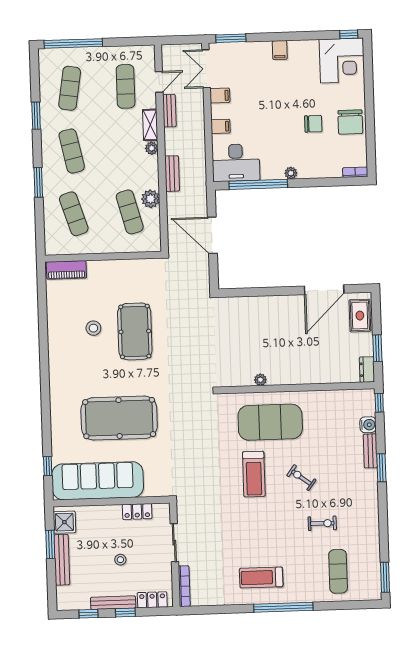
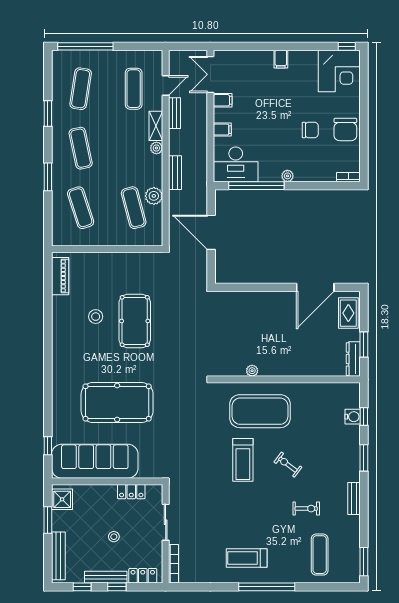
window: (231, 38) -> (235, 46), removed
piano: (66, 270) -> (60, 276), moved, turned -90
dresser: (367, 370) -> (353, 359), width x1.44
window: (379, 403) -> (364, 417), moved
bench: (370, 451) -> (354, 499), moved
bench: (62, 560) -> (58, 556), moved

